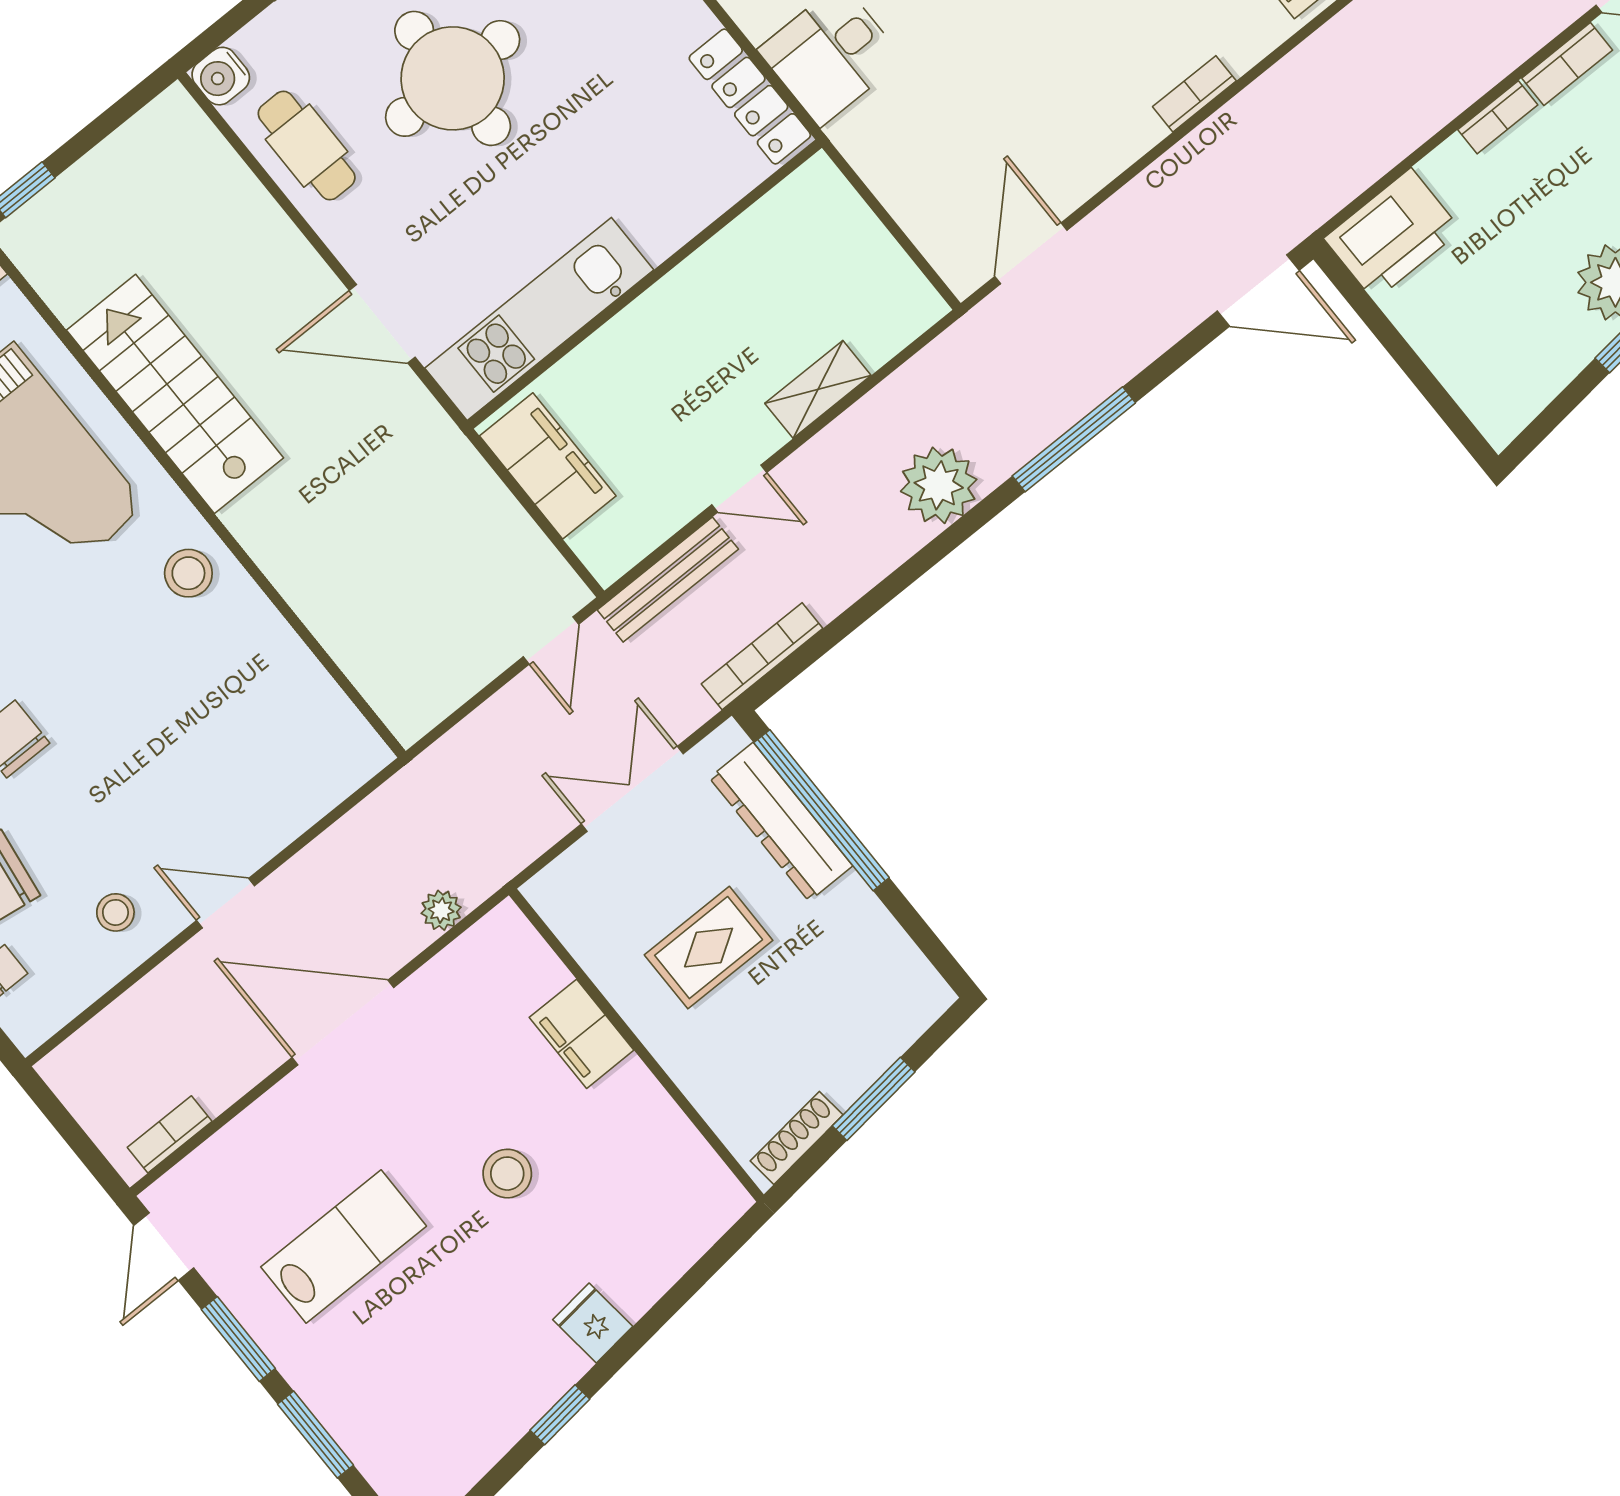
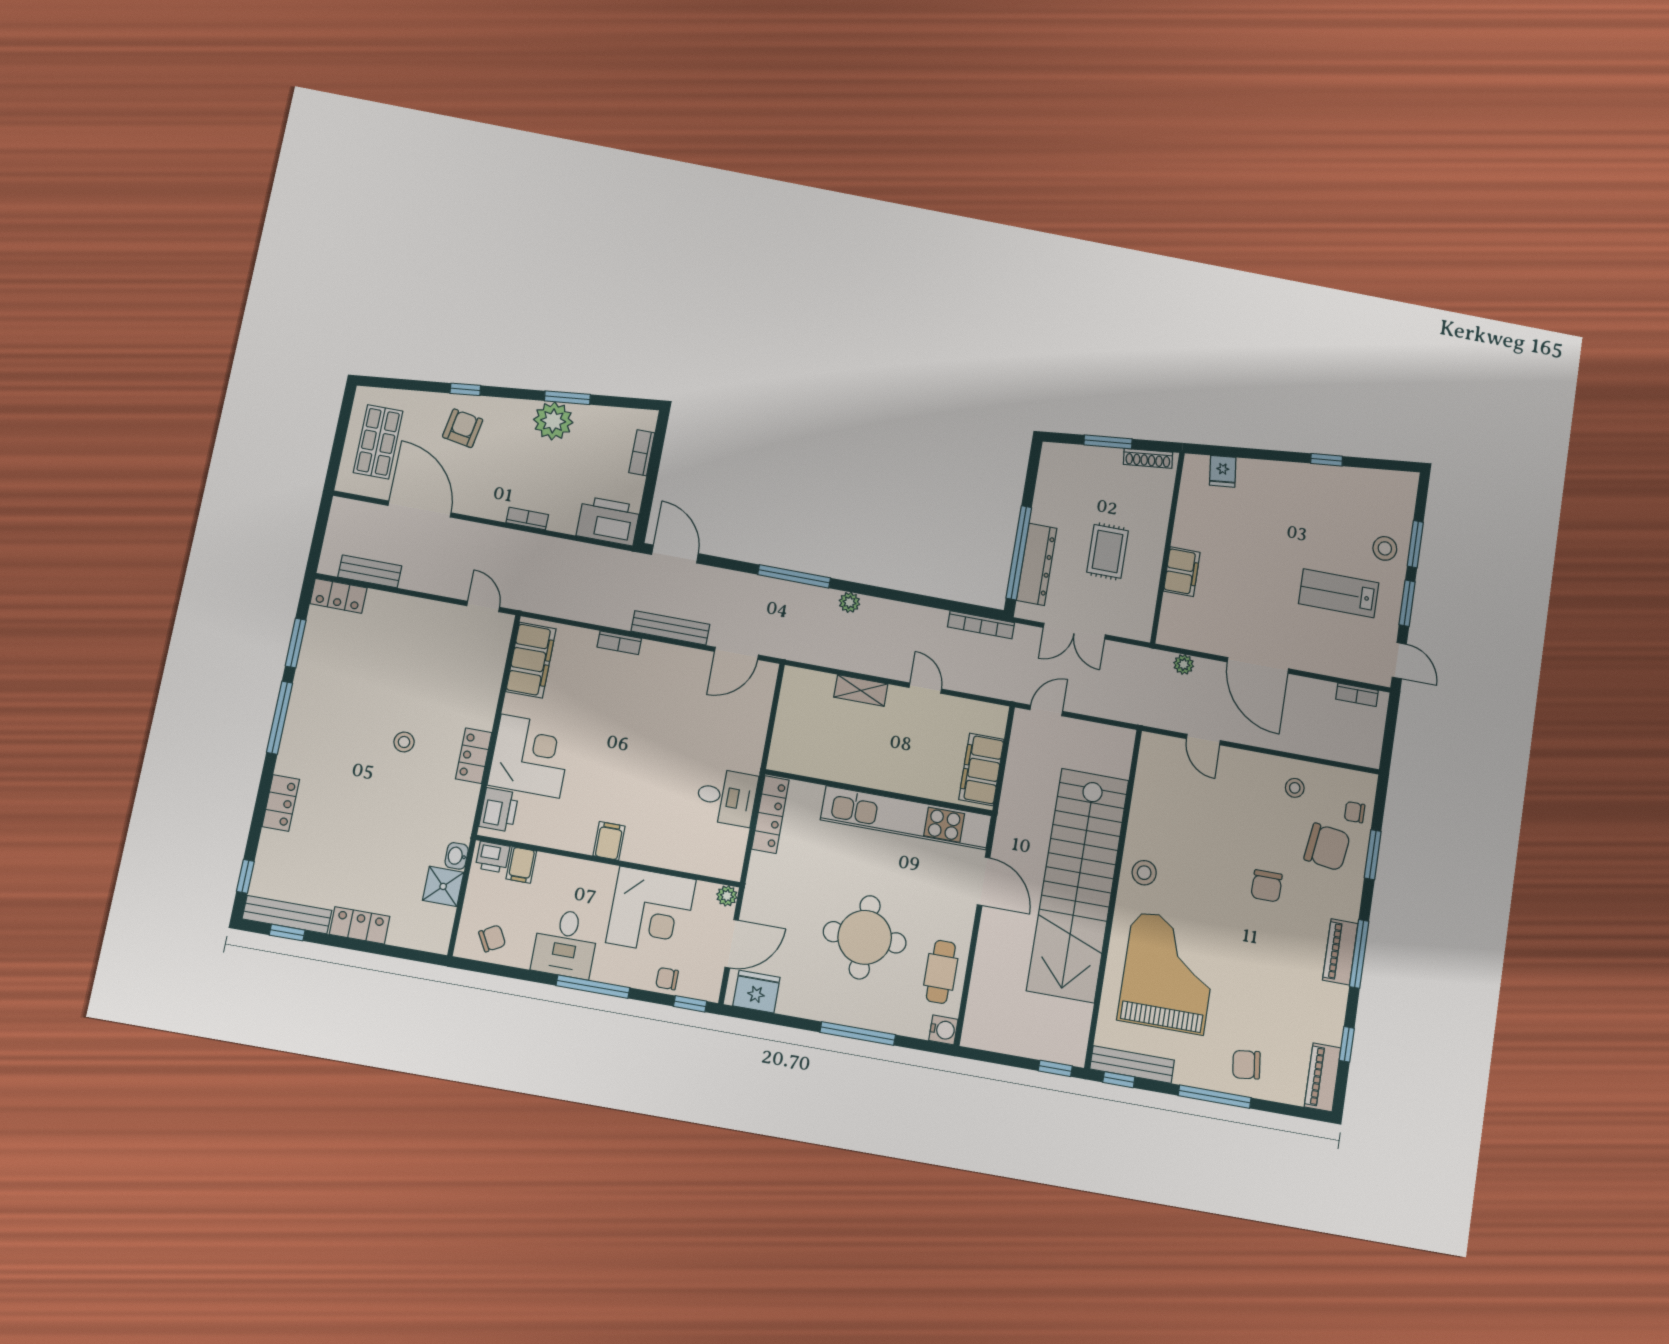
bookcase: (1567, 64) -> (642, 453), moved, turned -90
kitchen unit: (539, 319) -> (906, 818), width x1.36
stairs: (175, 394) -> (1078, 885), width x1.86, depth x1.51
plant: (939, 485) -> (849, 602), width x0.53, depth x0.53
bench: (668, 580) -> (670, 628), moved
door: (226, 903) -> (1203, 740), moved
rug: (709, 948) -> (1108, 551), turned 90
stool: (507, 1174) -> (1385, 548), moved
door: (164, 1247) -> (1399, 661), hinge flipped
fridge: (593, 1323) -> (1223, 471), moved

